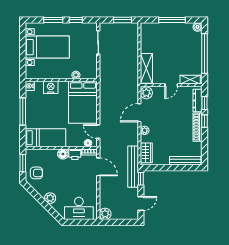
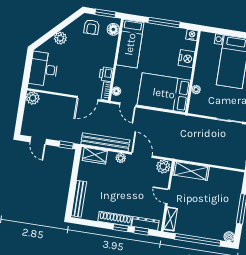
door: (98, 132) -> (128, 105), swing flipped
floor lamp: (63, 154) -> (113, 29), moved
bench: (133, 167) -> (105, 142), moved

